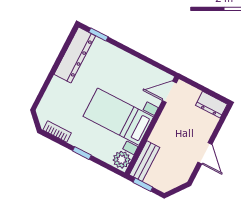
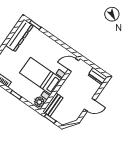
door: (205, 153) -> (90, 105), hinge flipped

